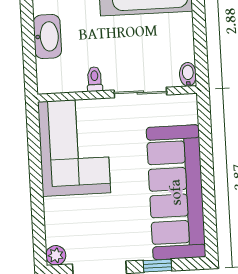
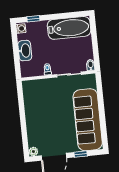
corner sofa: (74, 147) -> (39, 101), removed

